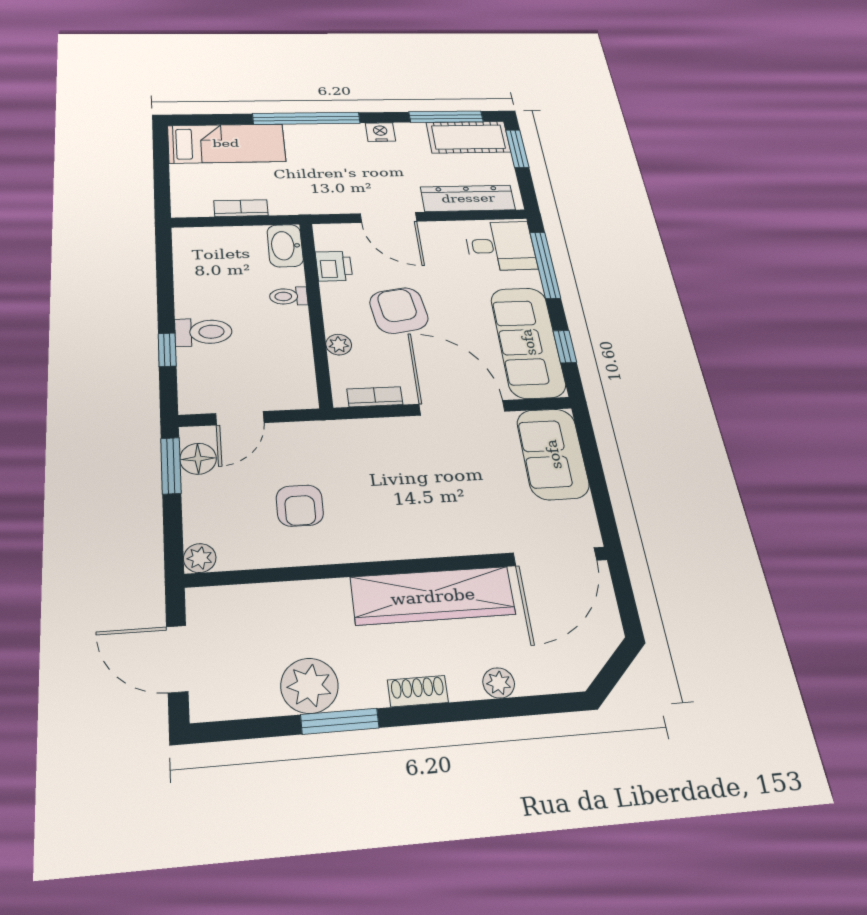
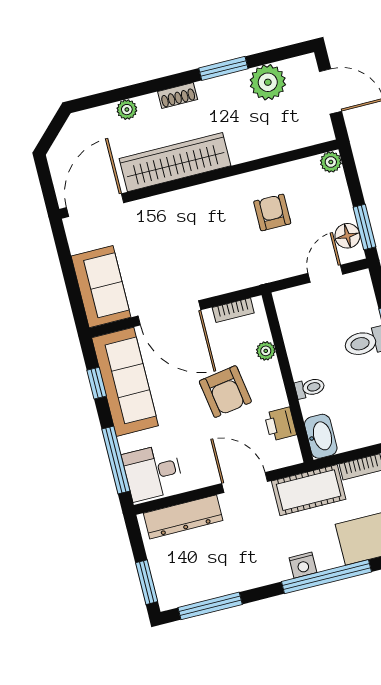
nightstand: (380, 132) -> (303, 565), moved
cot: (468, 137) -> (309, 490), moved
plant: (309, 686) -> (268, 82), moved

